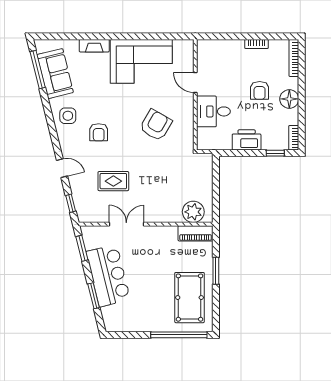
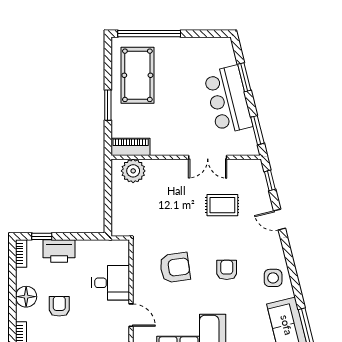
armchair: (156, 125) -> (175, 268), turned -128
armchair: (99, 132) -> (227, 270), moved
printer: (247, 140) -> (59, 251), moved

